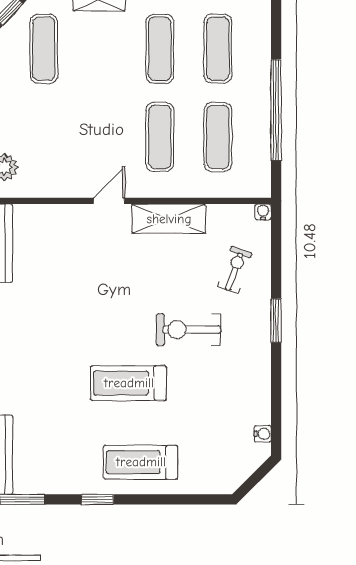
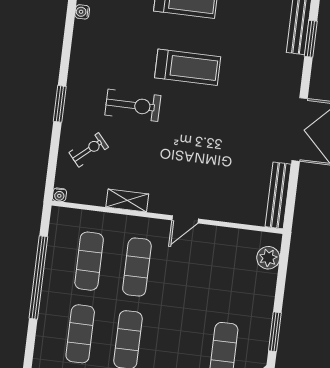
shelving: (169, 219) -> (127, 201), width x0.67, depth x0.75
exercise bike: (235, 270) -> (89, 150), turned -150

